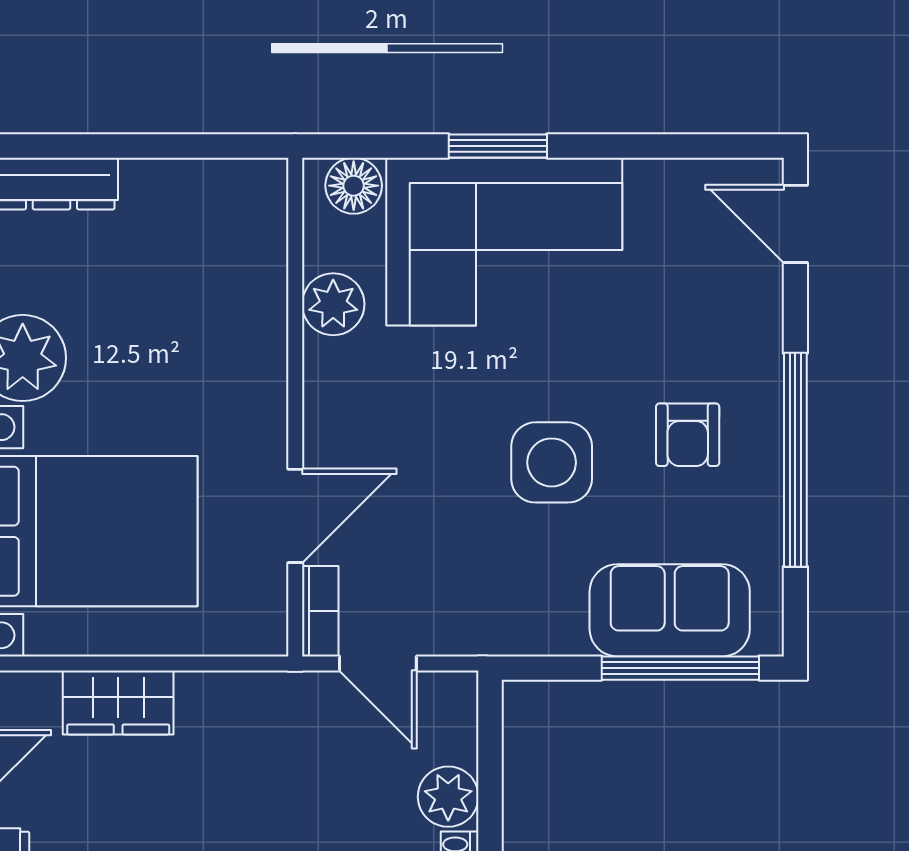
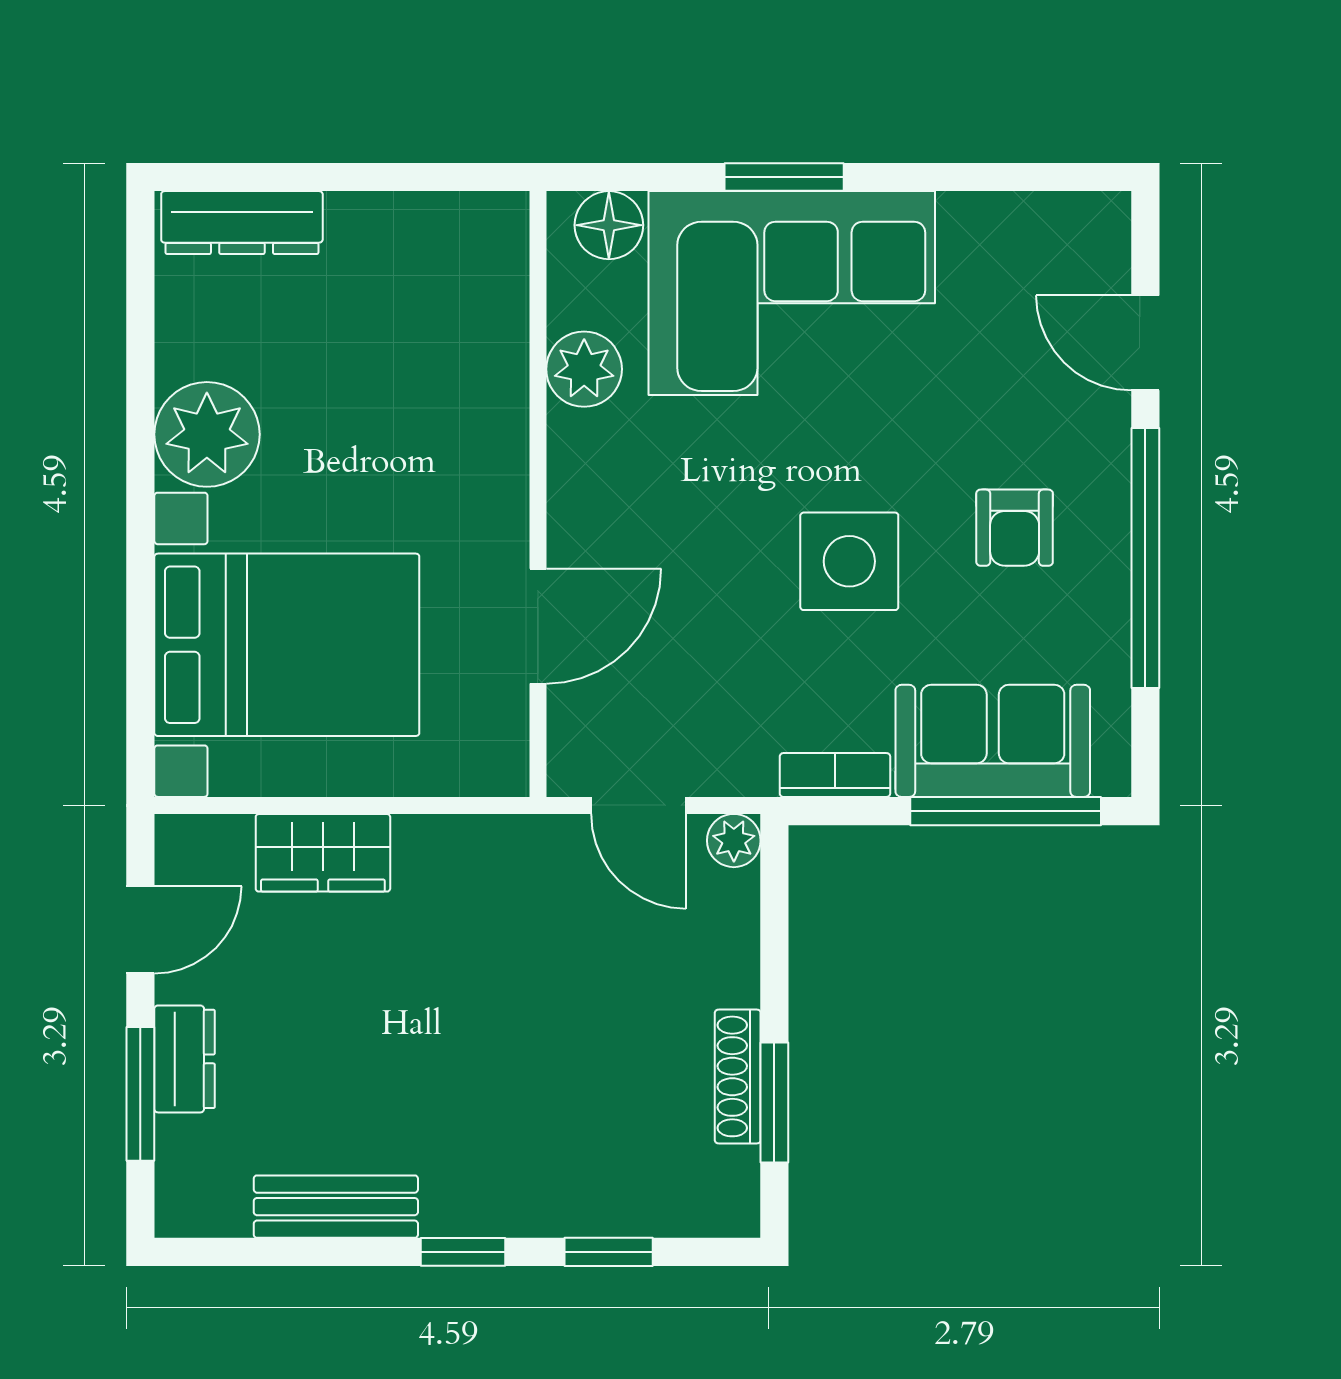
door: (795, 224) -> (1145, 343), moved
bookcase: (320, 611) -> (835, 775), moved, turned -90
plant: (448, 797) -> (734, 841), moved, width x0.73, depth x0.73

